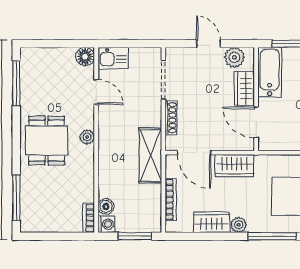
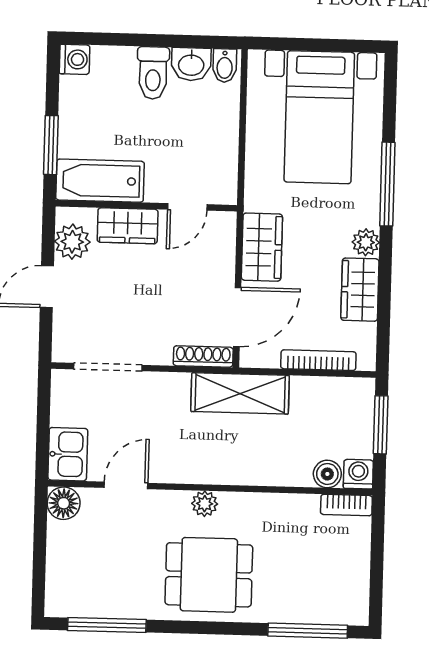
shoe rack: (171, 118) -> (203, 356), moved
door: (256, 122) -> (187, 207), width x0.73

